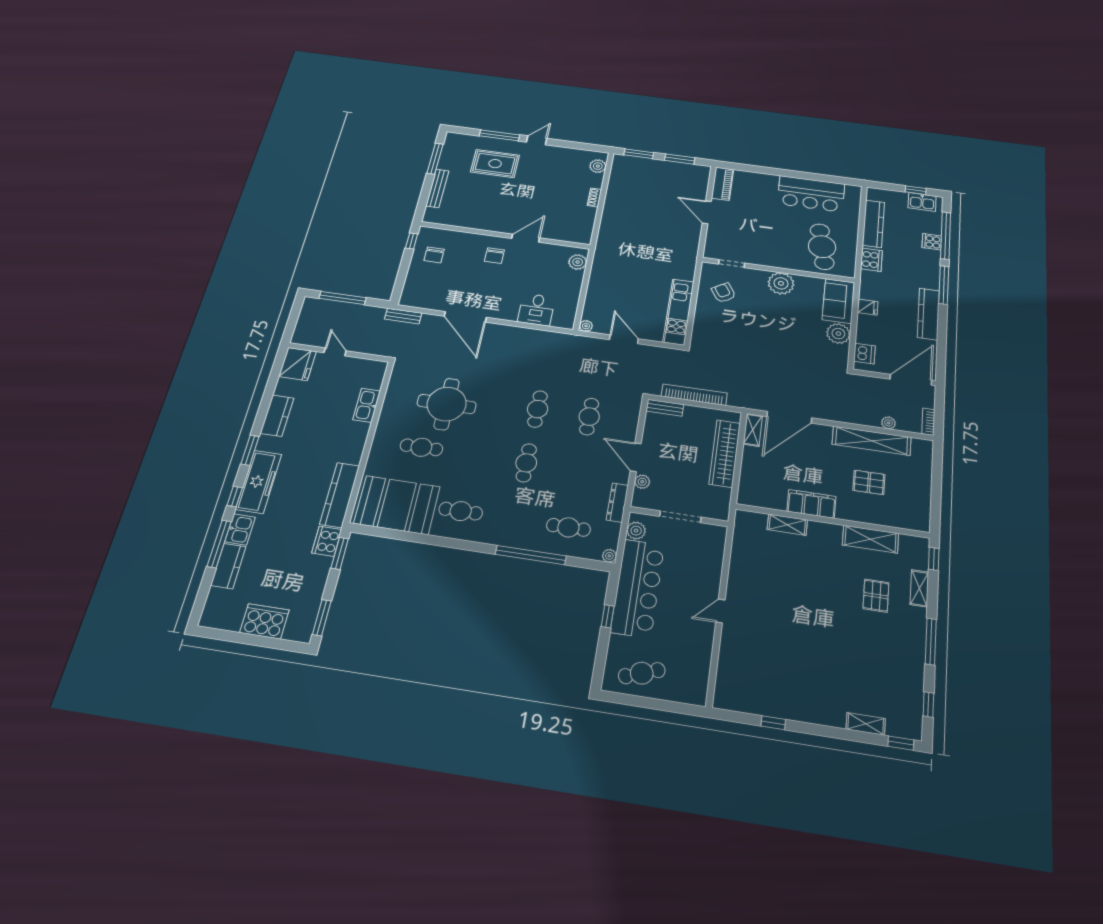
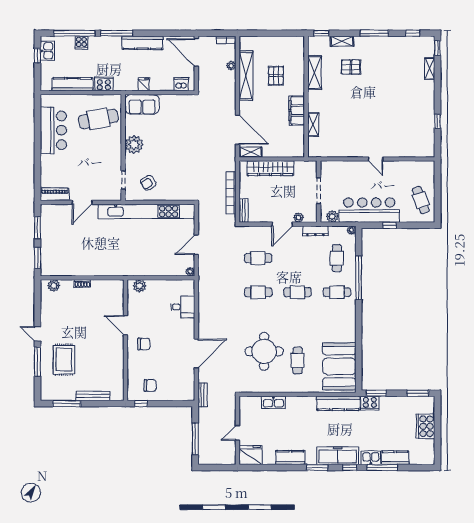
kitchen unit: (678, 312) -> (146, 211), width x1.86
plant: (838, 334) -> (168, 103), removed
cafe table: (461, 511) -> (337, 292), moved, turned 90

